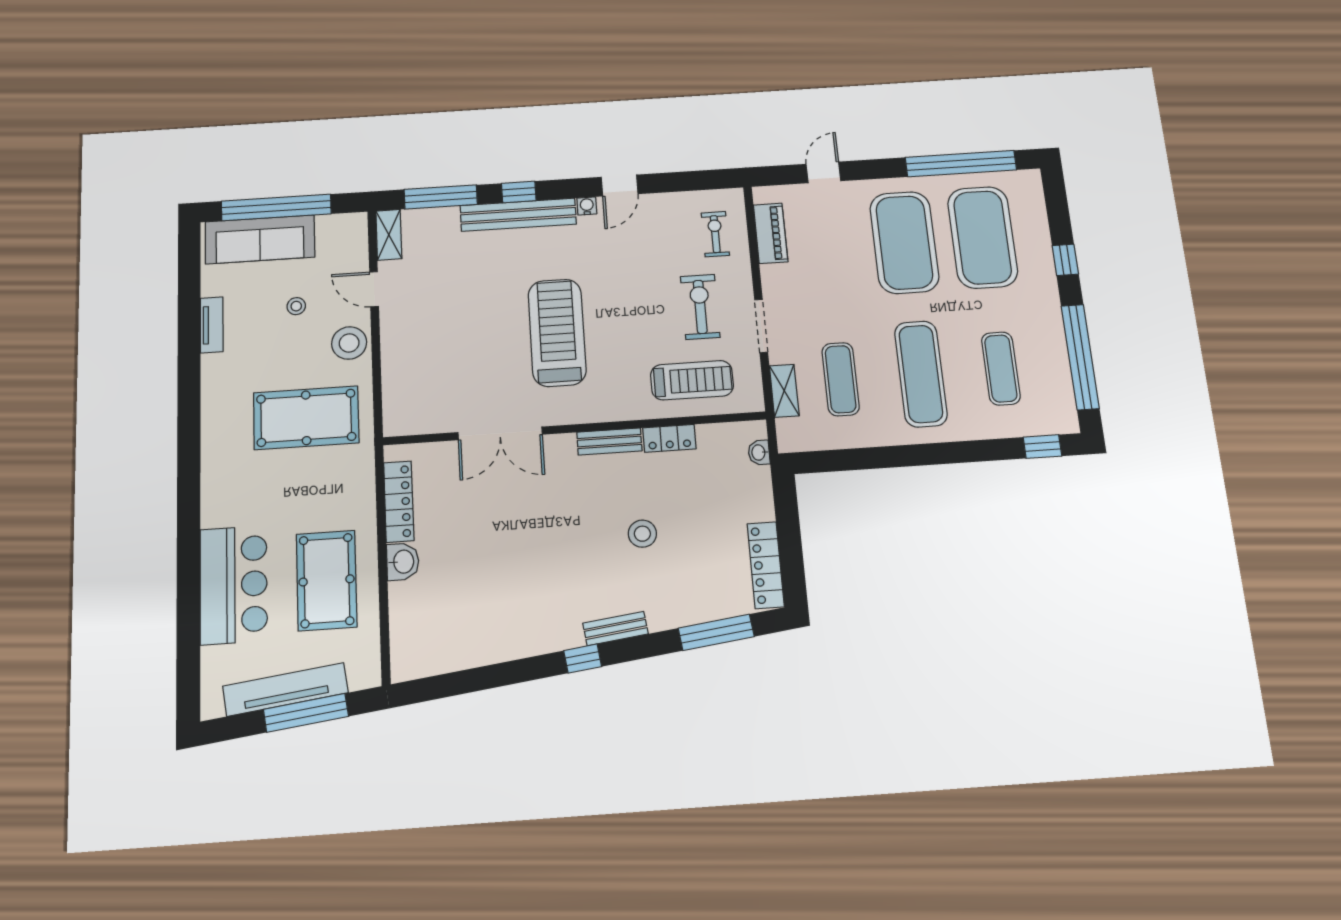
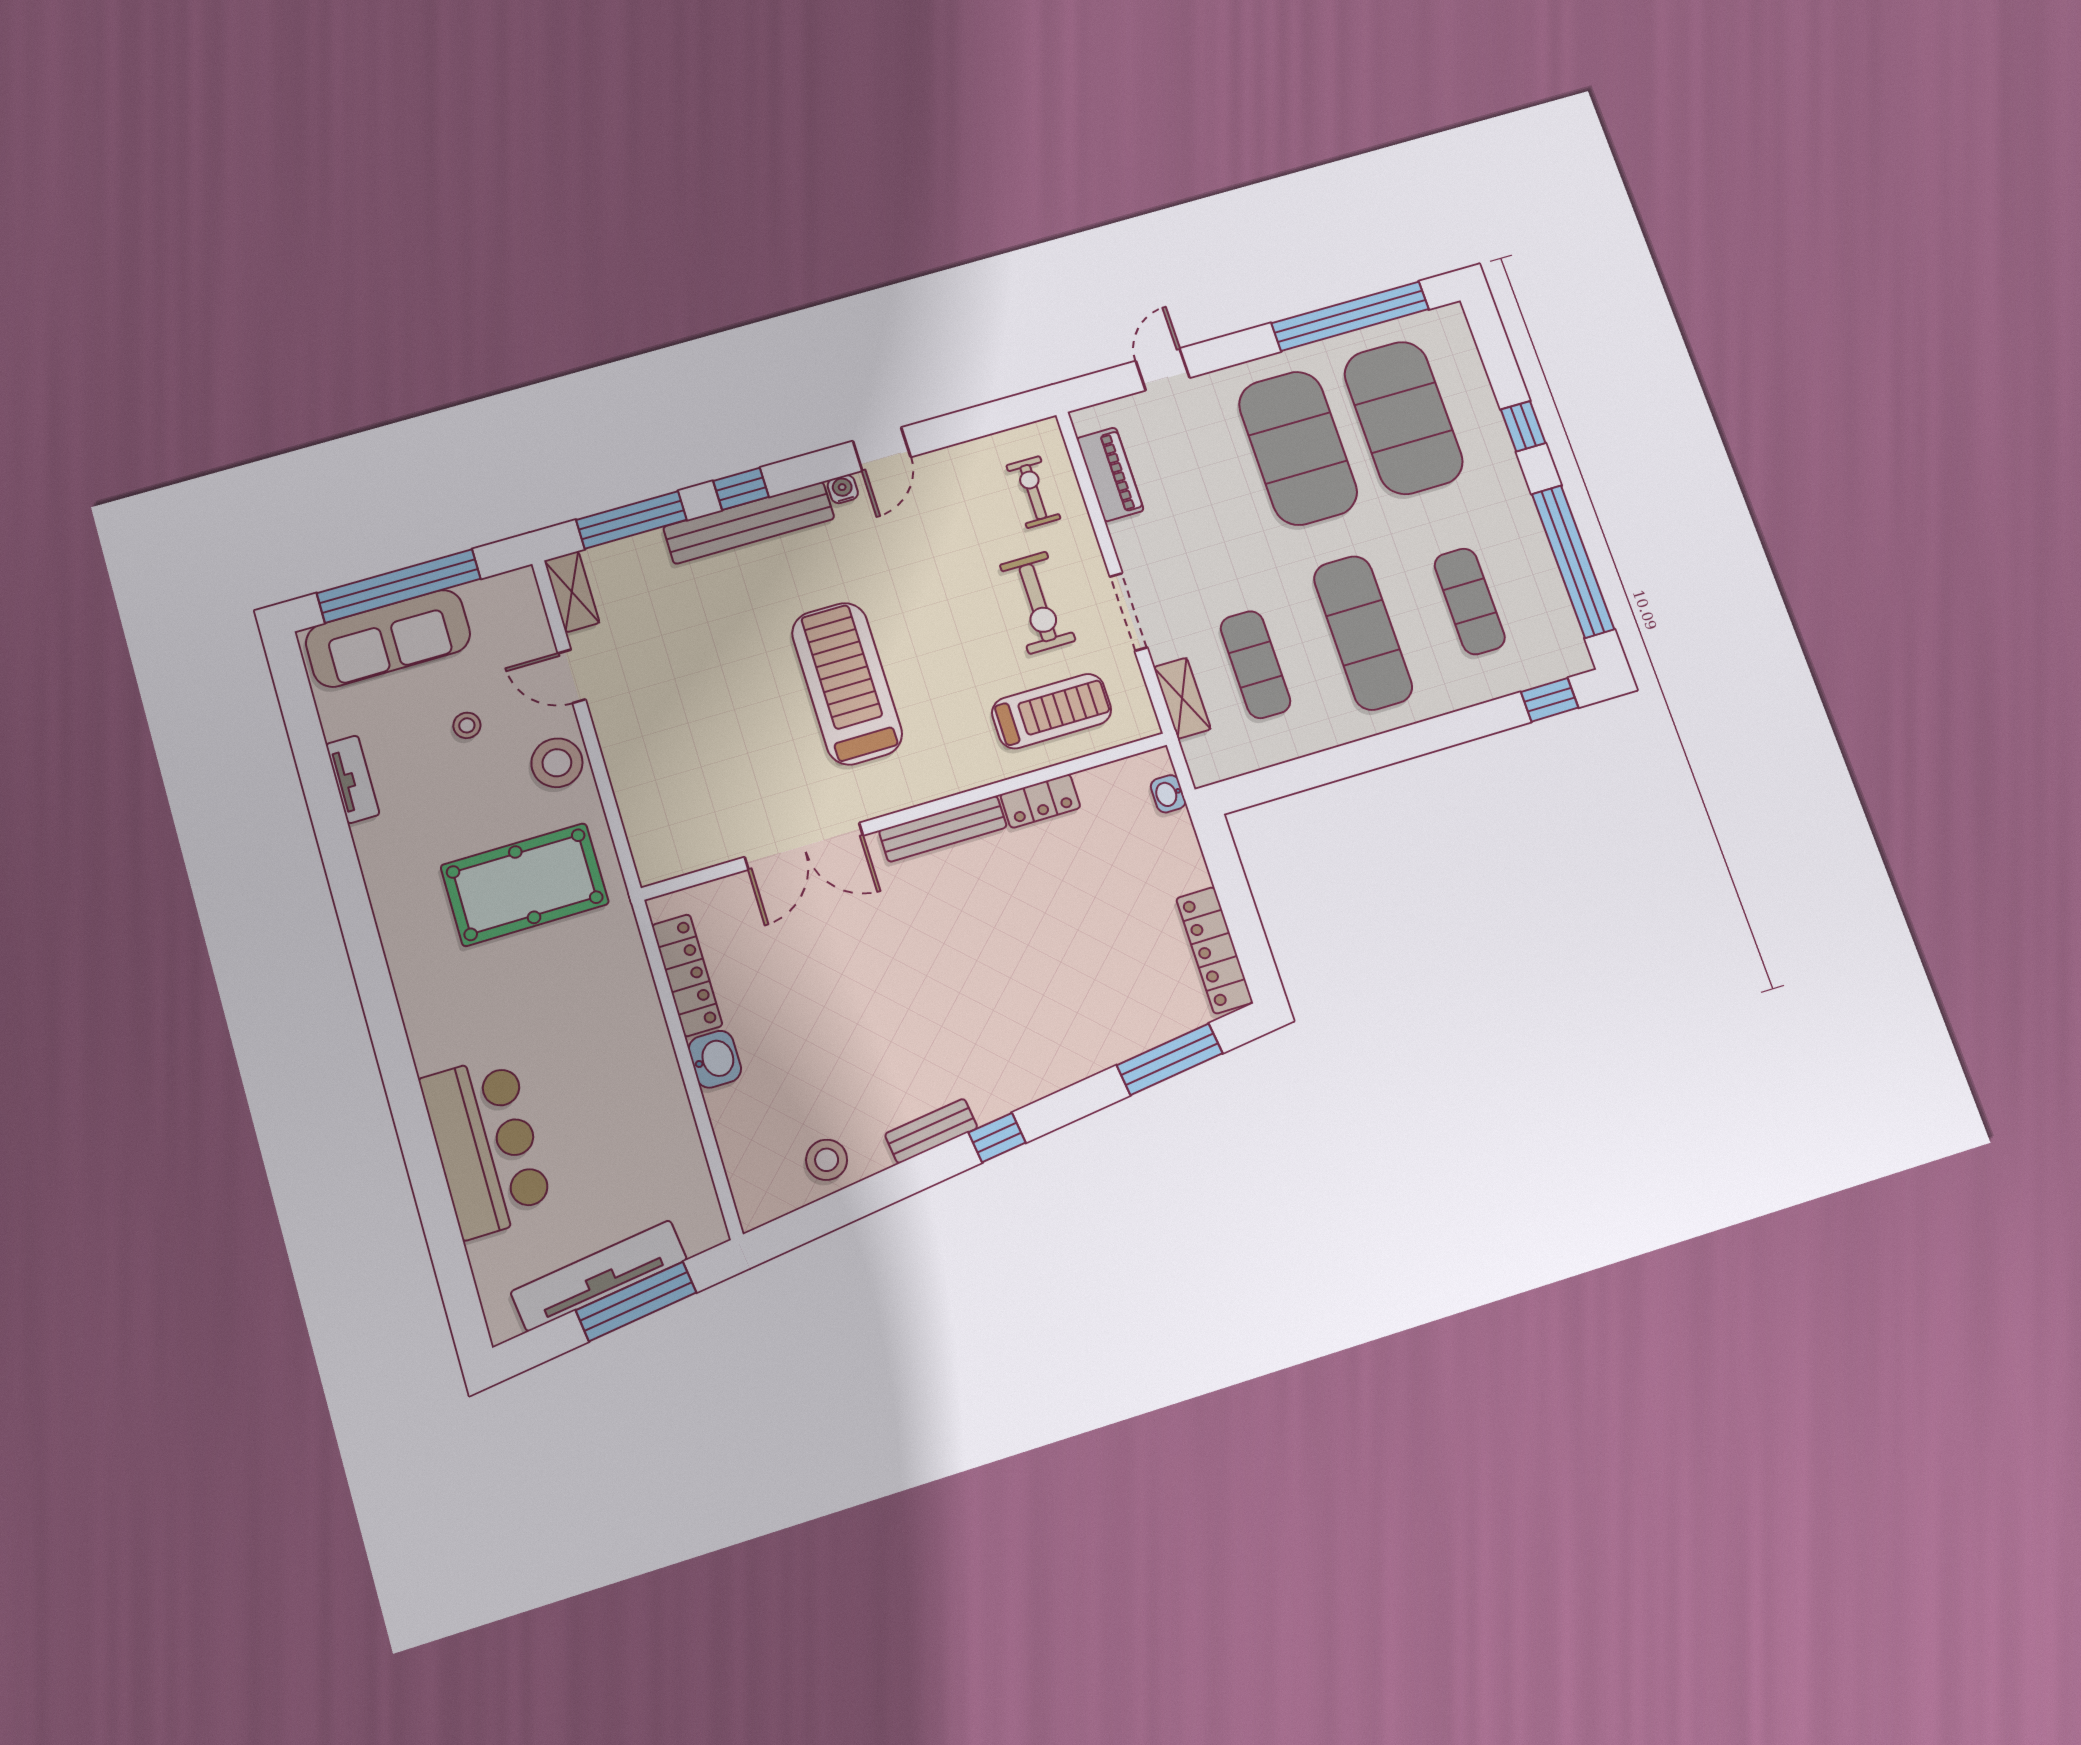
exercise bike: (700, 307) -> (1038, 603), turned 180
bench: (609, 442) -> (943, 829), width x1.36
stool: (642, 534) -> (827, 1160), moved
pool table: (327, 580) -> (615, 1110), removed
bench: (616, 629) -> (931, 1131), moved

